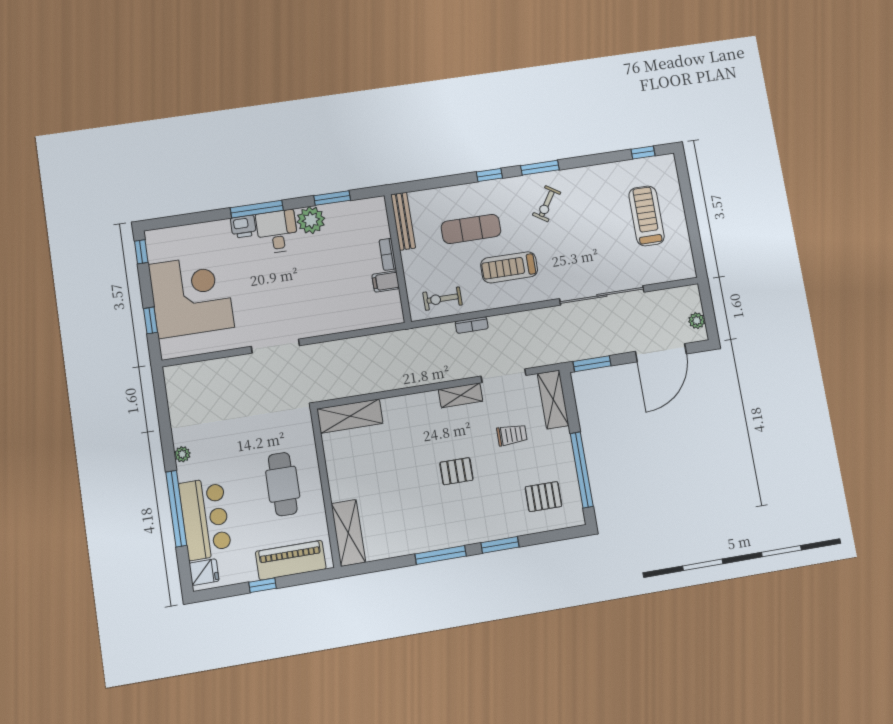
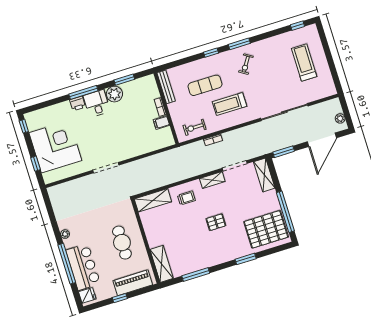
trolley: (512, 435) -> (186, 198), moved
pallet: (543, 497) -> (266, 229), width x2.05, depth x2.00
window: (441, 555) -> (196, 274), moved

